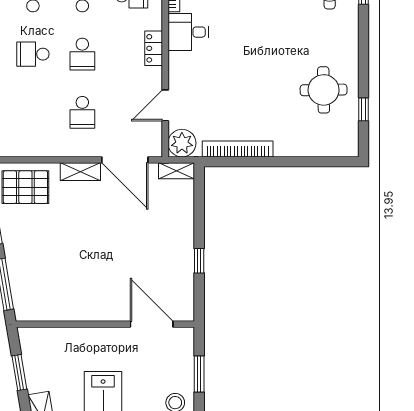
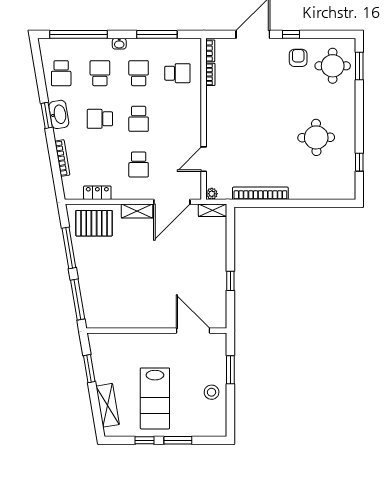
desk: (188, 32) -> (222, 102), removed
locker: (154, 48) -> (97, 193), moved, turned 90
round table: (324, 90) -> (316, 137), moved
plant: (182, 143) -> (212, 194), width x0.53, depth x0.53
door: (125, 160) -> (172, 202), hinge flipped

